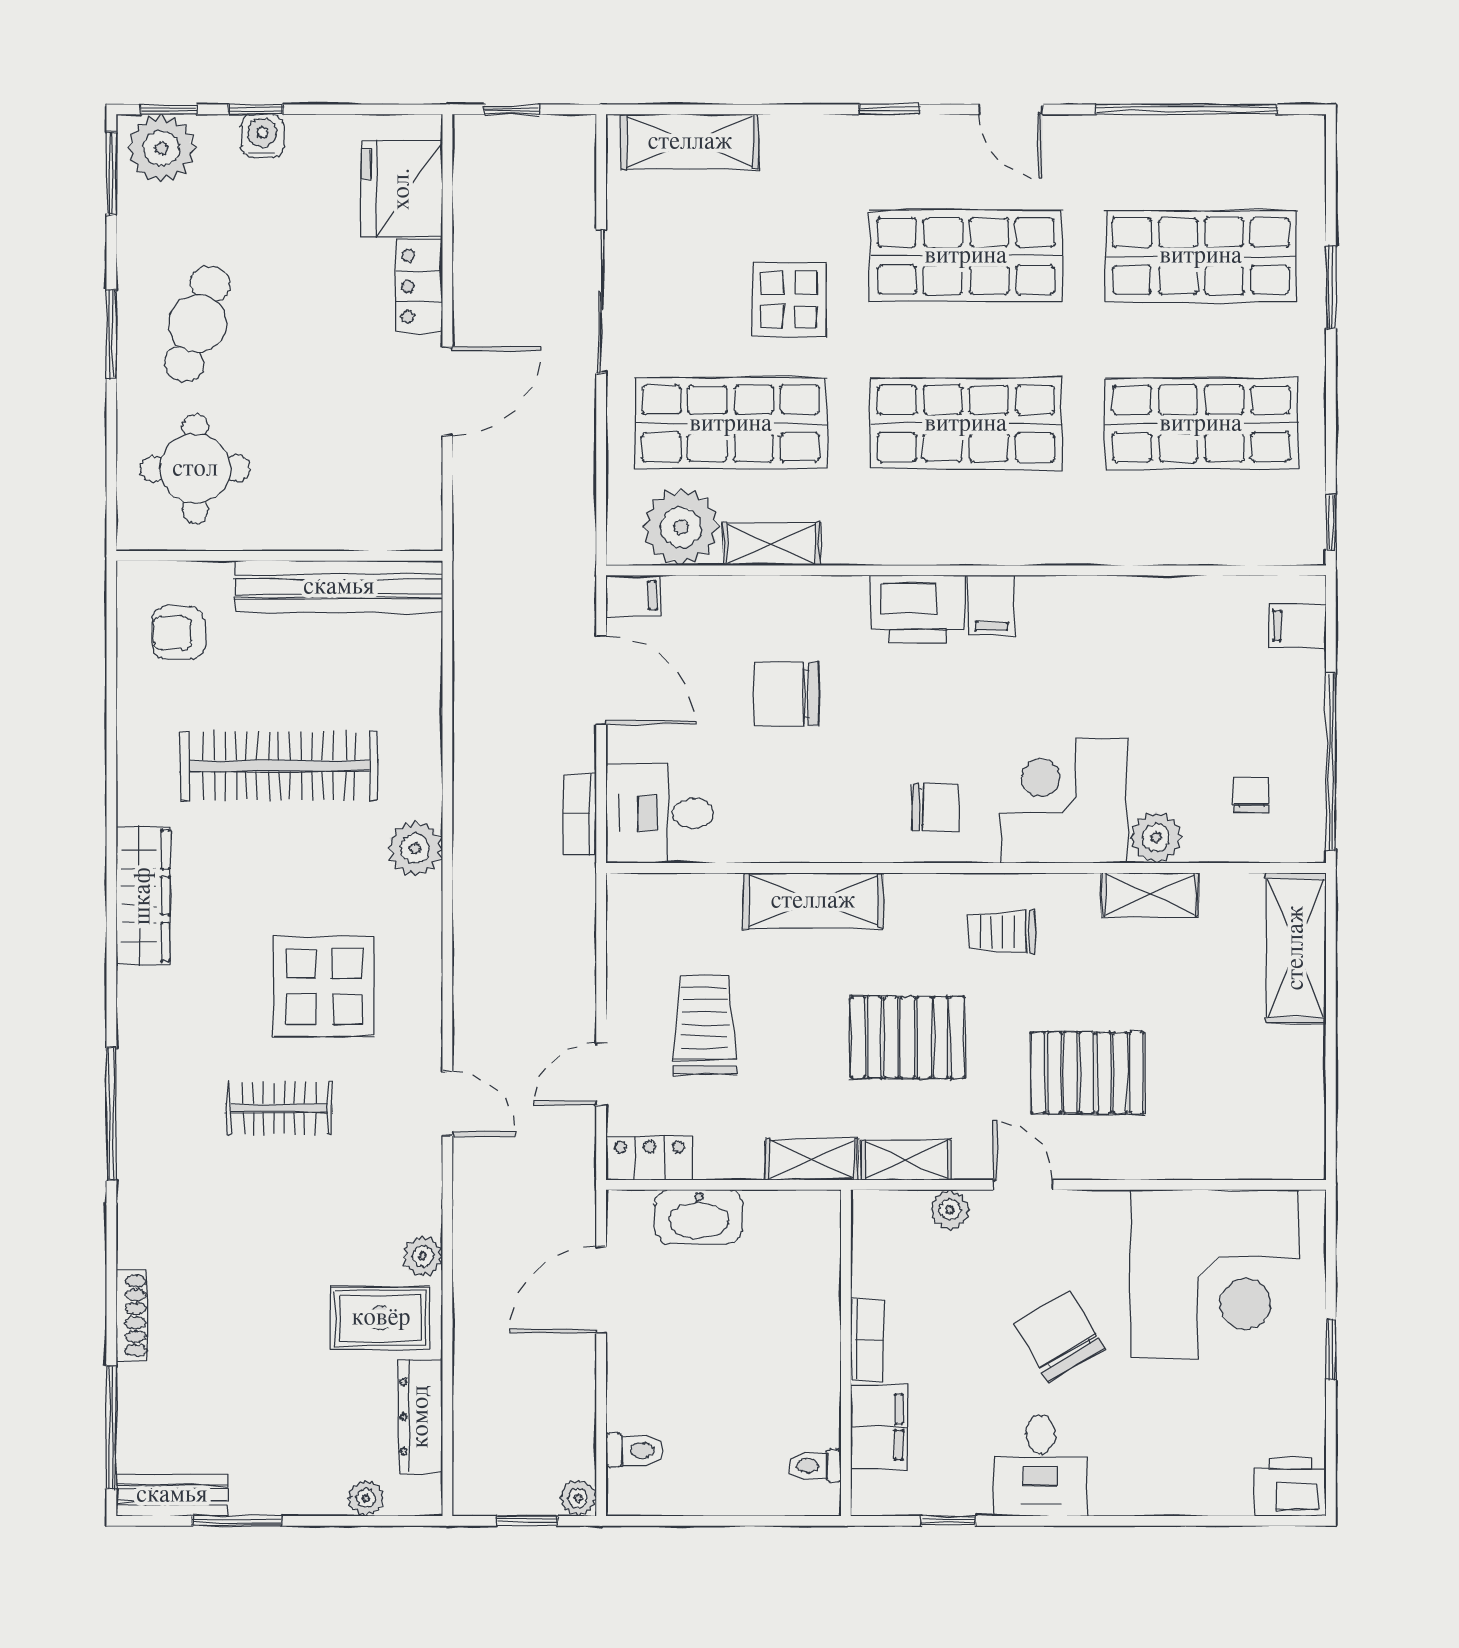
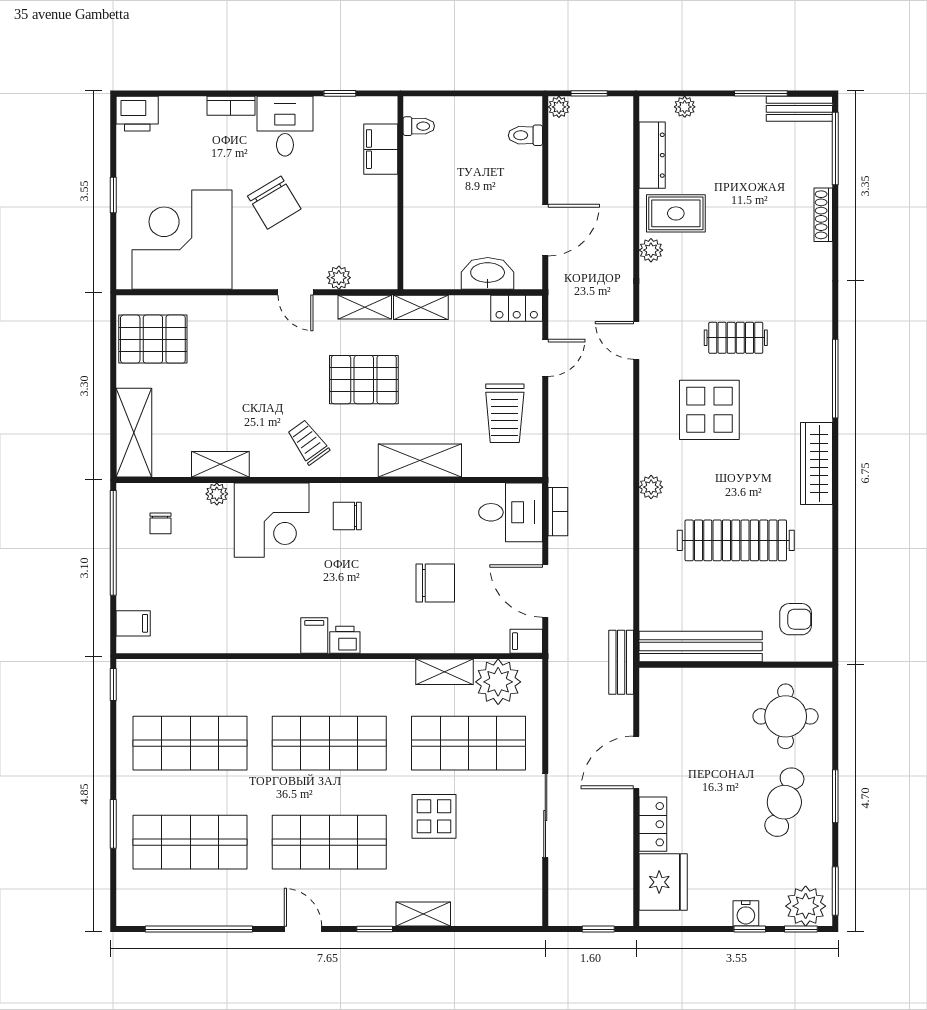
shelving: (690, 142) -> (423, 914), moved, width x0.67, depth x0.75
bench: (473, 560) -> (621, 662), added
printer: (918, 609) -> (345, 640), width x0.53, depth x0.68
plant: (1156, 837) -> (217, 494), width x0.73, depth x0.73
plant: (415, 848) -> (651, 487), width x0.73, depth x0.73
trolley: (1002, 932) -> (308, 442), turned -126
trolley: (705, 1025) -> (505, 413), moved
pallet: (1087, 1073) -> (153, 339), moved
window: (111, 1114) -> (835, 379), moved
bookcase: (867, 1340) -> (231, 106), moved, turned -90

